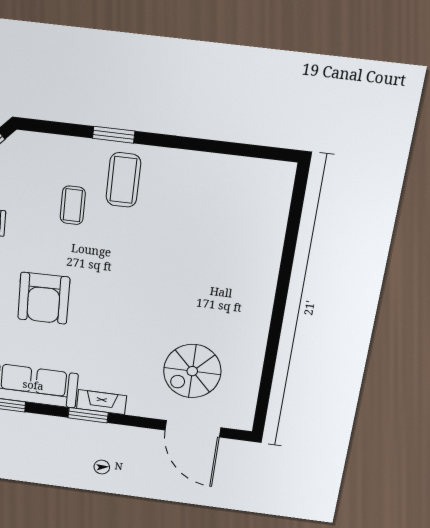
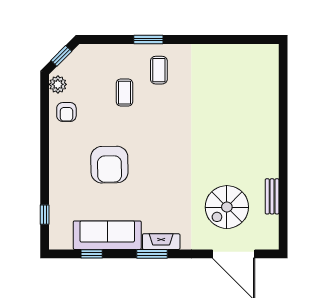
coffee table: (123, 180) -> (159, 70), width x0.73, depth x0.77
bench: (254, 366) -> (272, 196), added

